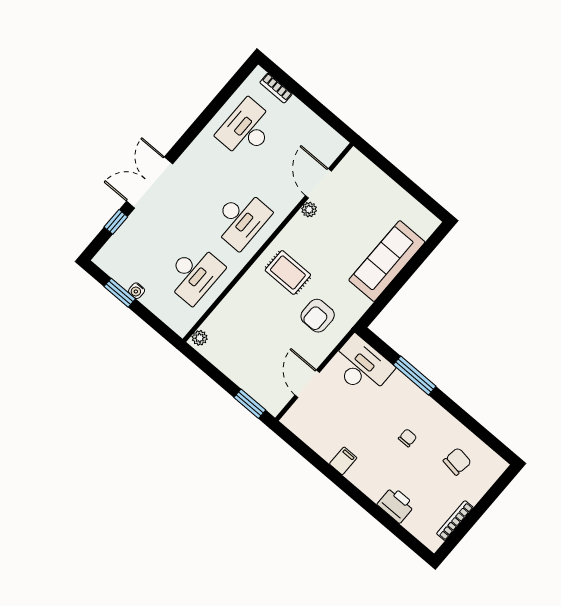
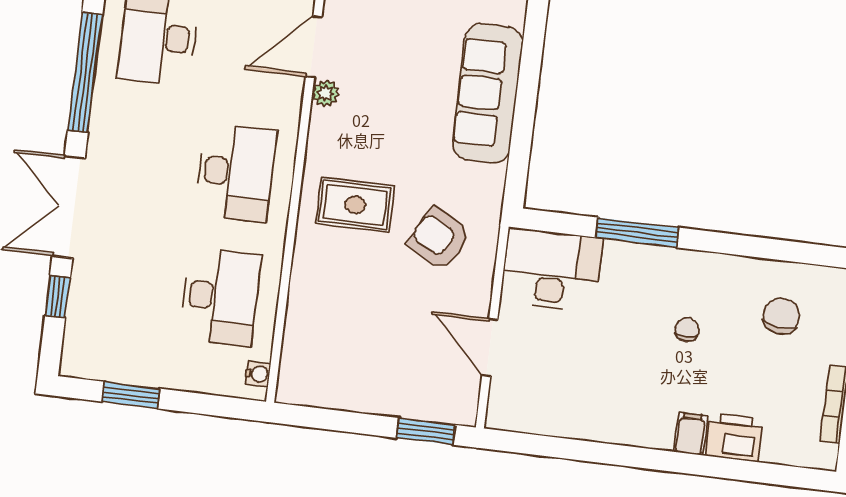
window: (200, 123) -> (85, 72), added
door: (318, 183) -> (314, 47), hinge flipped
water cooler: (137, 291) -> (258, 374), moved, turned -90
armchair: (318, 316) -> (439, 239), turned 119
plant: (200, 338) -> (290, 384), removed
filing cabinet: (343, 461) -> (691, 434), moved

